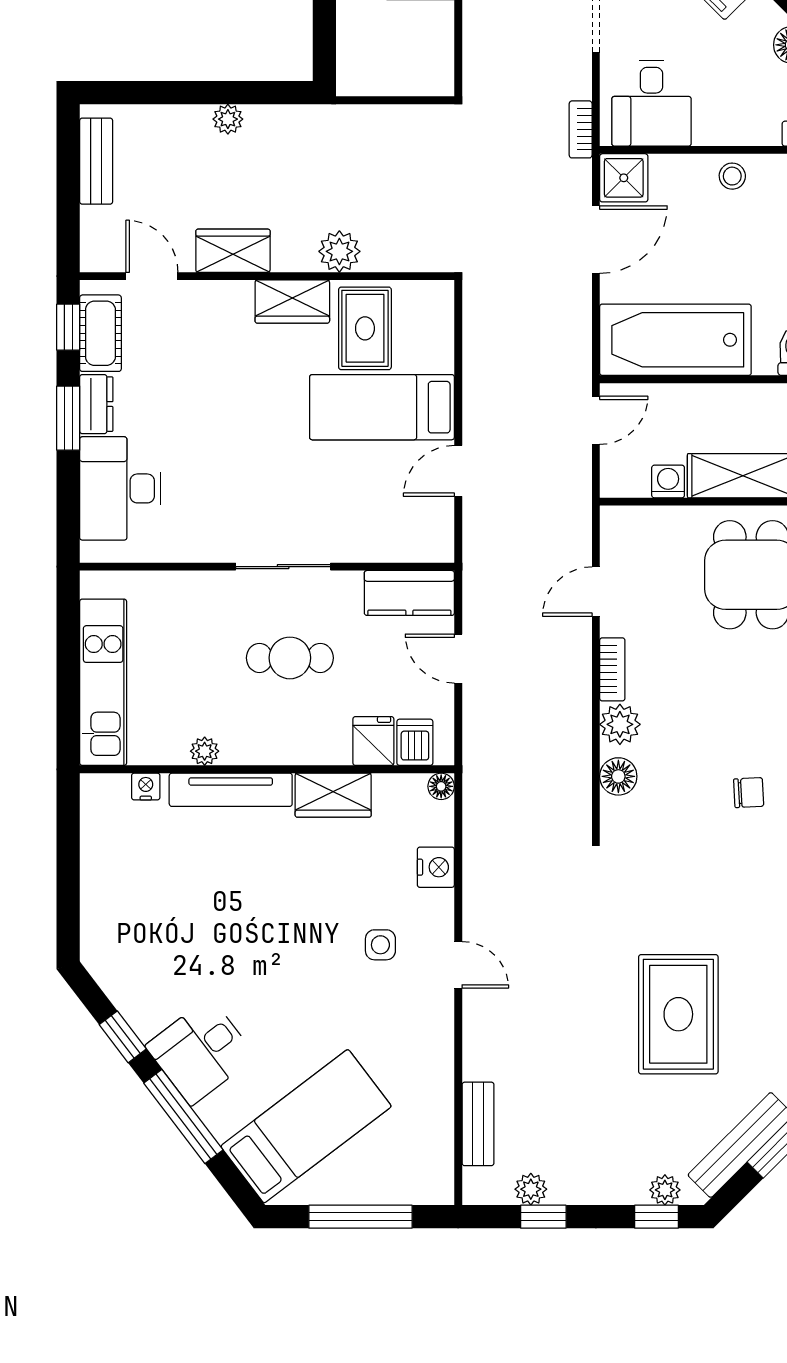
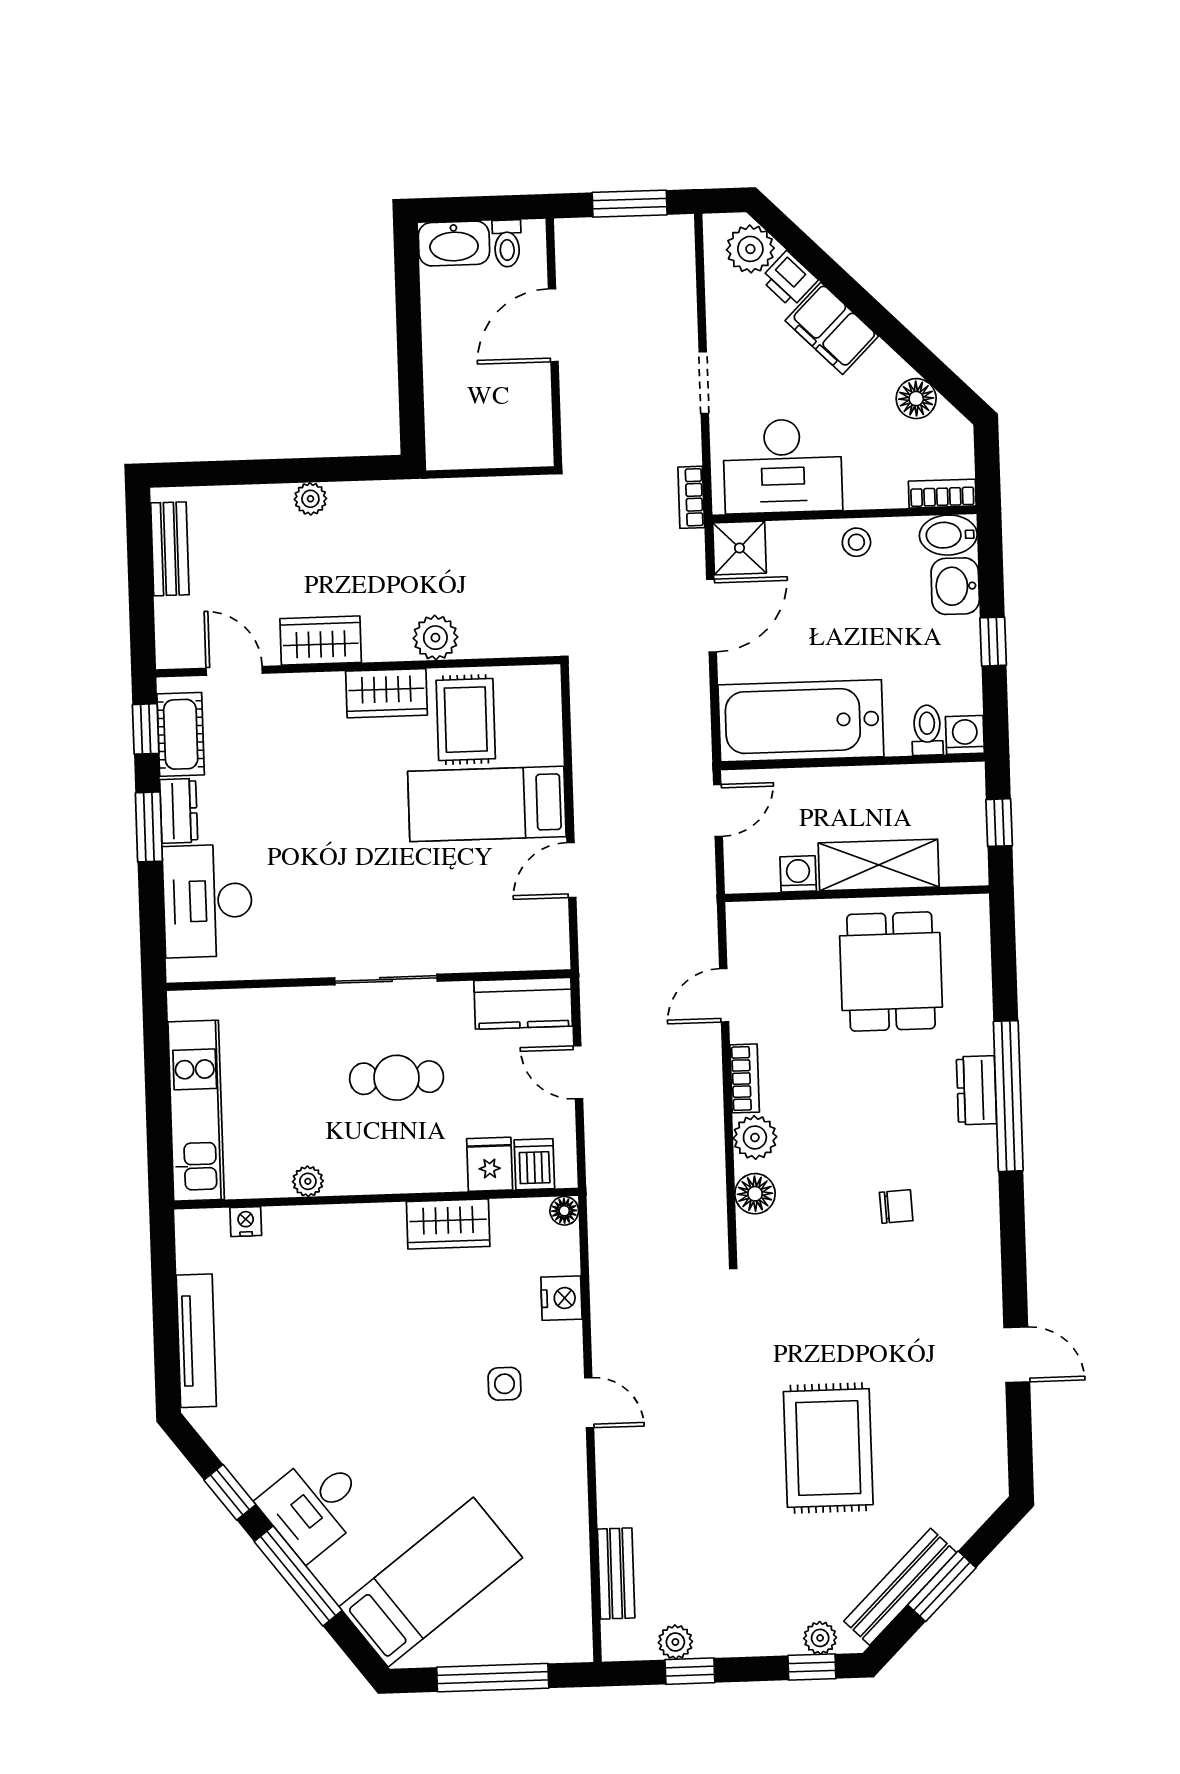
desk: (652, 103) -> (783, 466), width x1.37
tv unit: (231, 790) -> (196, 1341), moved, turned -90

